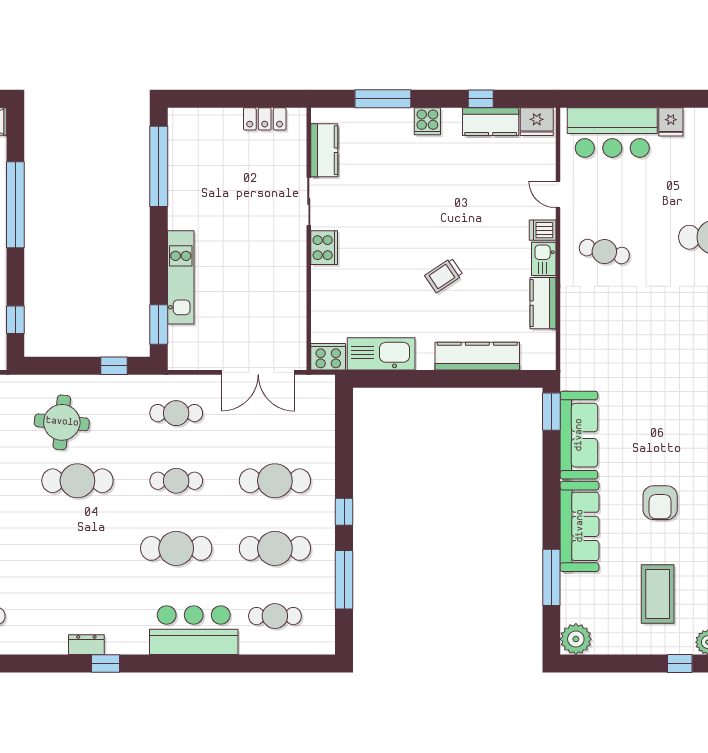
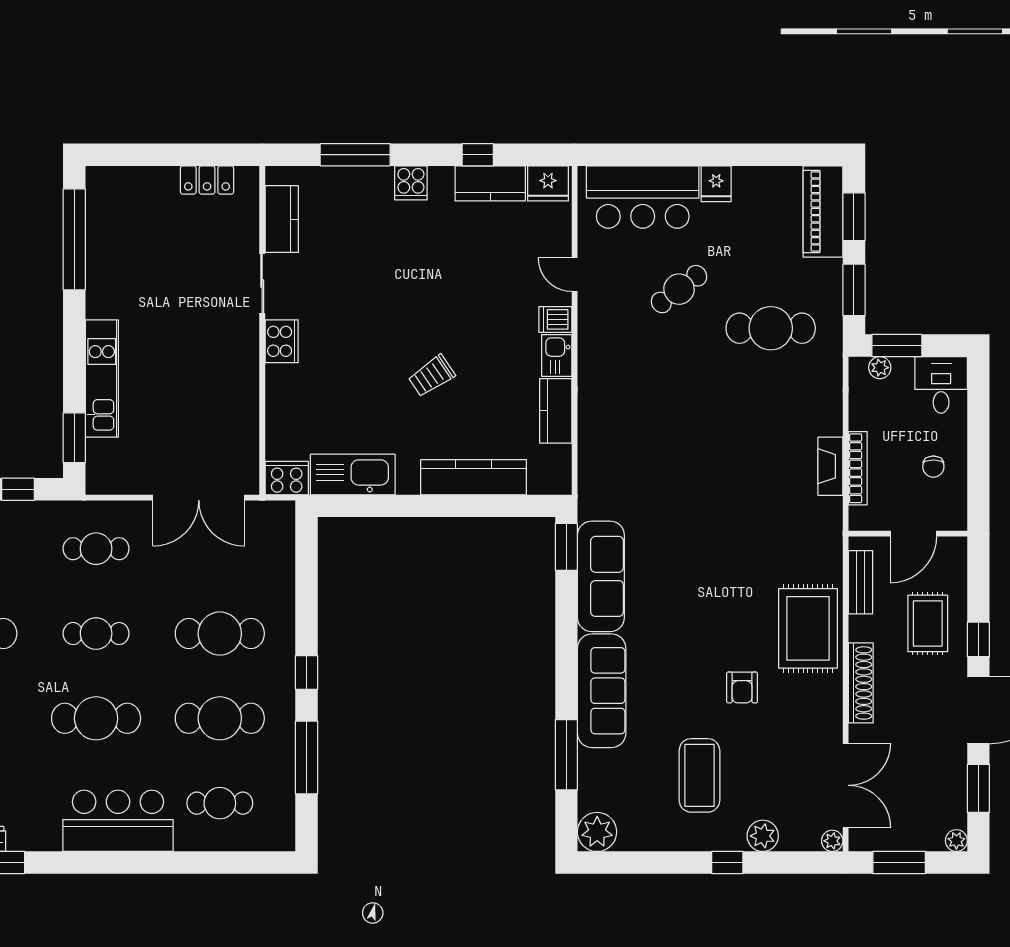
cafe table: (604, 252) -> (679, 289), moved, turned -50
armchair: (660, 503) -> (742, 688), moved, width x0.72, depth x0.72

